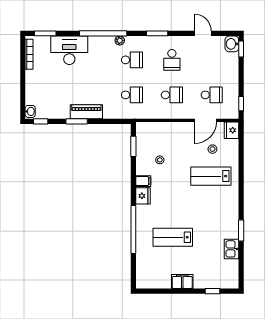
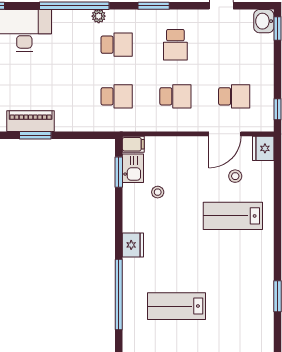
piano: (86, 112) -> (31, 121), moved
filing cabinet: (143, 181) -> (133, 144), moved
kitchen sink: (232, 249) -> (133, 168), moved, turned 180

